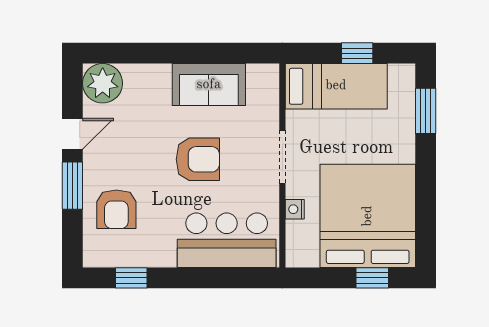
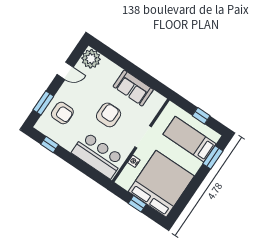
bed: (336, 86) -> (190, 139), moved, turned 180
armchair: (198, 159) -> (109, 115), turned -90
window: (72, 186) -> (43, 103), moved
armchair: (116, 209) -> (62, 113), turned -90
window: (372, 278) -> (137, 204), moved

